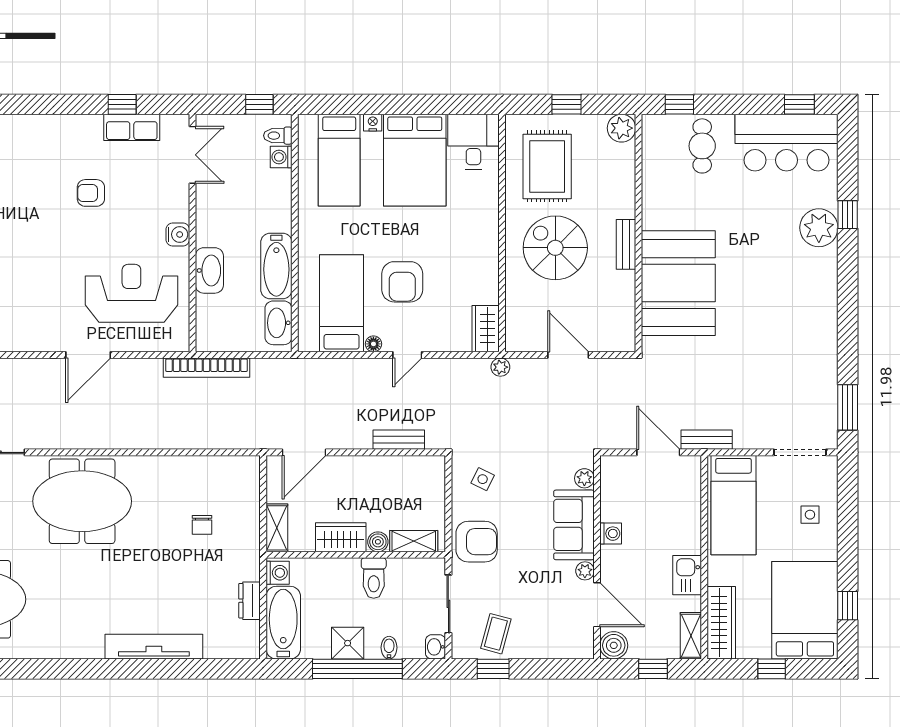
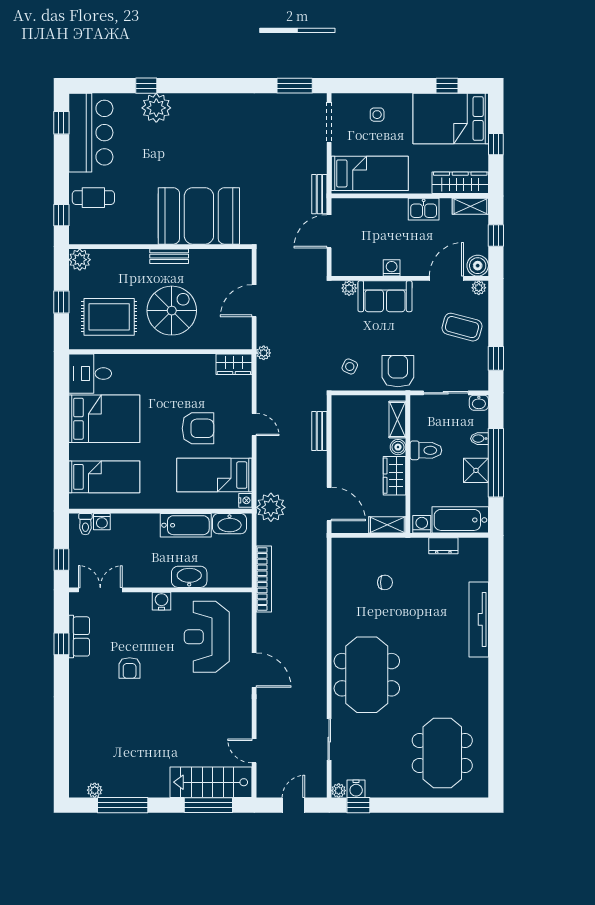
window: (259, 104) -> (61, 559), moved
nightstand: (373, 123) -> (245, 500), moved, turned 180
spiral stairs: (555, 248) -> (172, 311), turned 180
floor lamp: (373, 344) -> (246, 450), removed
plant: (300, 377) -> (271, 507), added
plant: (585, 571) -> (479, 288), moved
coffee table: (496, 634) -> (462, 327), moved, width x1.36, depth x1.30

